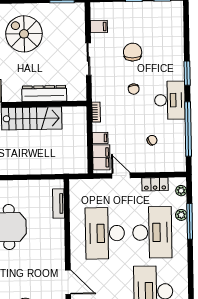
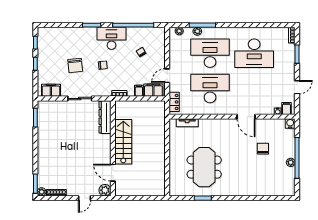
filing cabinet: (99, 27) -> (51, 90), width x2.00
spiral stairs: (24, 34) -> (60, 146), removed
chair: (133, 52) -> (75, 65), turned -96
dresser: (44, 94) -> (105, 117), moved
locker: (155, 184) -> (174, 102), moved
desk: (105, 233) -> (210, 88), turned 180
door: (68, 282) -> (246, 117), swing flipped

